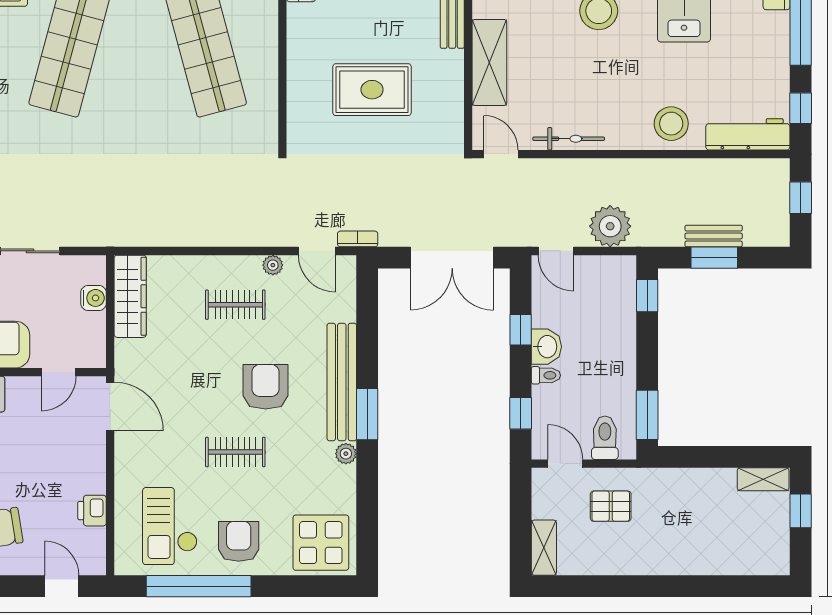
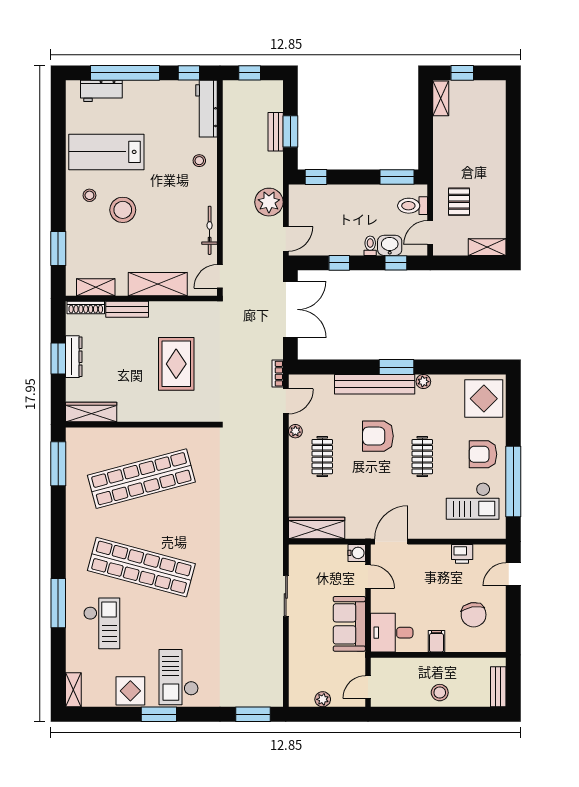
stool: (671, 124) -> (199, 161), width x0.53, depth x0.53
water cooler: (93, 298) -> (357, 553), moved, turned 90
washbasin: (546, 347) -> (390, 245), moved

